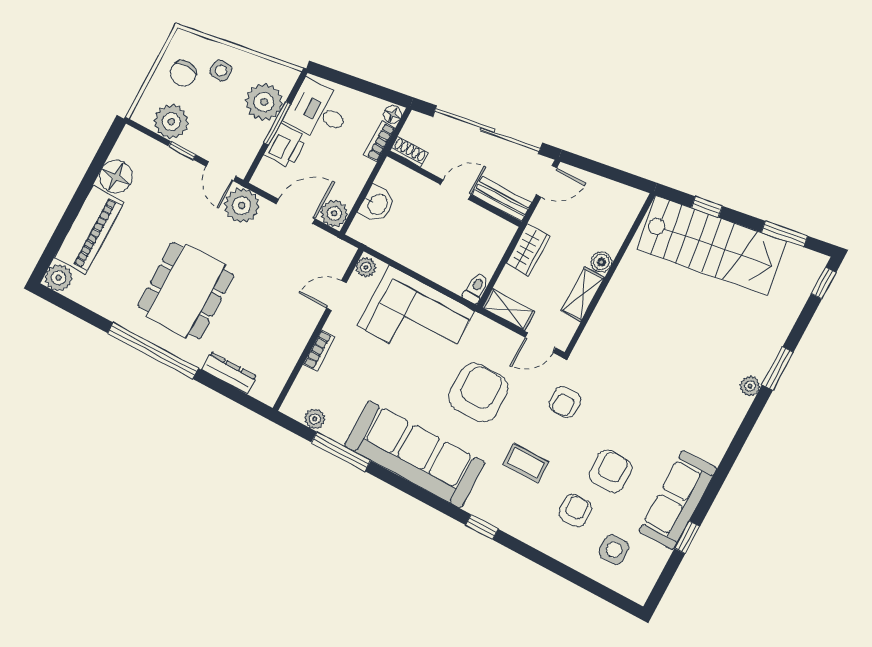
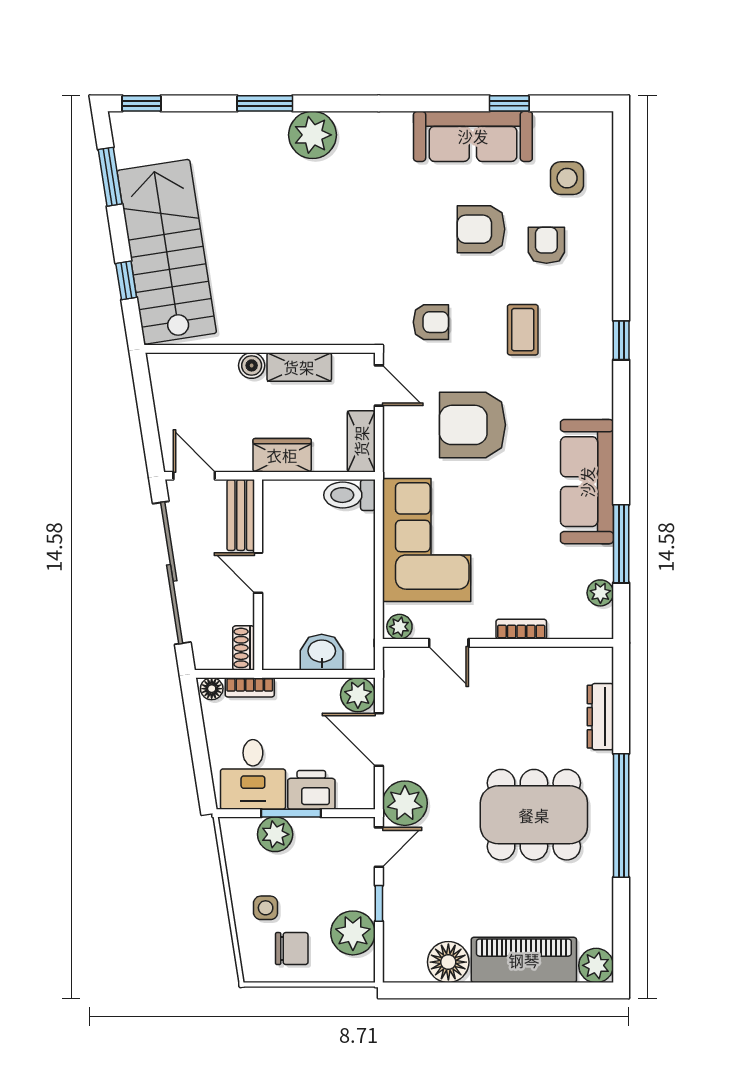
plant: (264, 102) -> (275, 834), width x0.73, depth x0.73
toilet: (476, 288) -> (349, 495), width x1.37, depth x1.39
plant: (750, 386) -> (312, 135), width x1.88, depth x1.88
sofa: (415, 454) -> (587, 482), width x0.74, depth x0.79
armchair: (575, 511) -> (546, 245), turned 90

